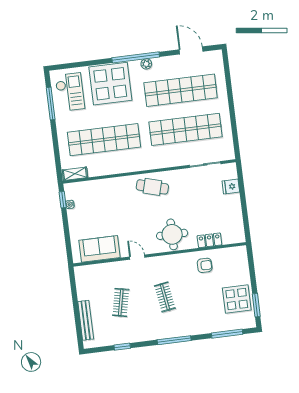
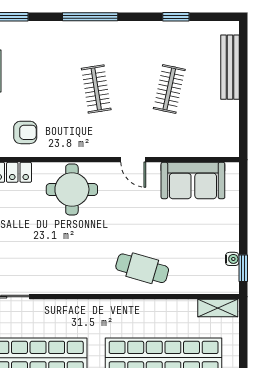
cafe table: (152, 187) -> (142, 268), moved
armchair: (205, 265) -> (25, 132), turned 180

